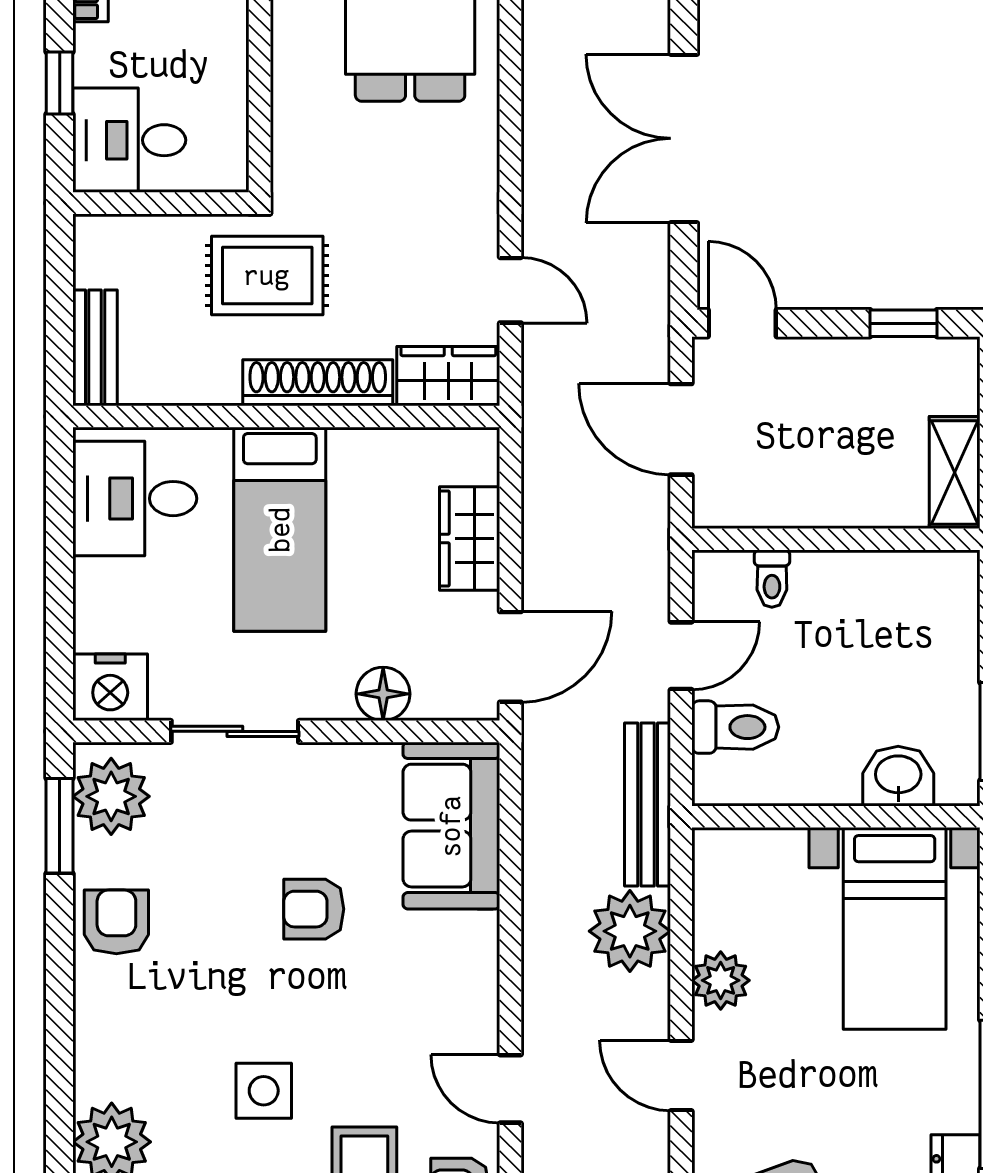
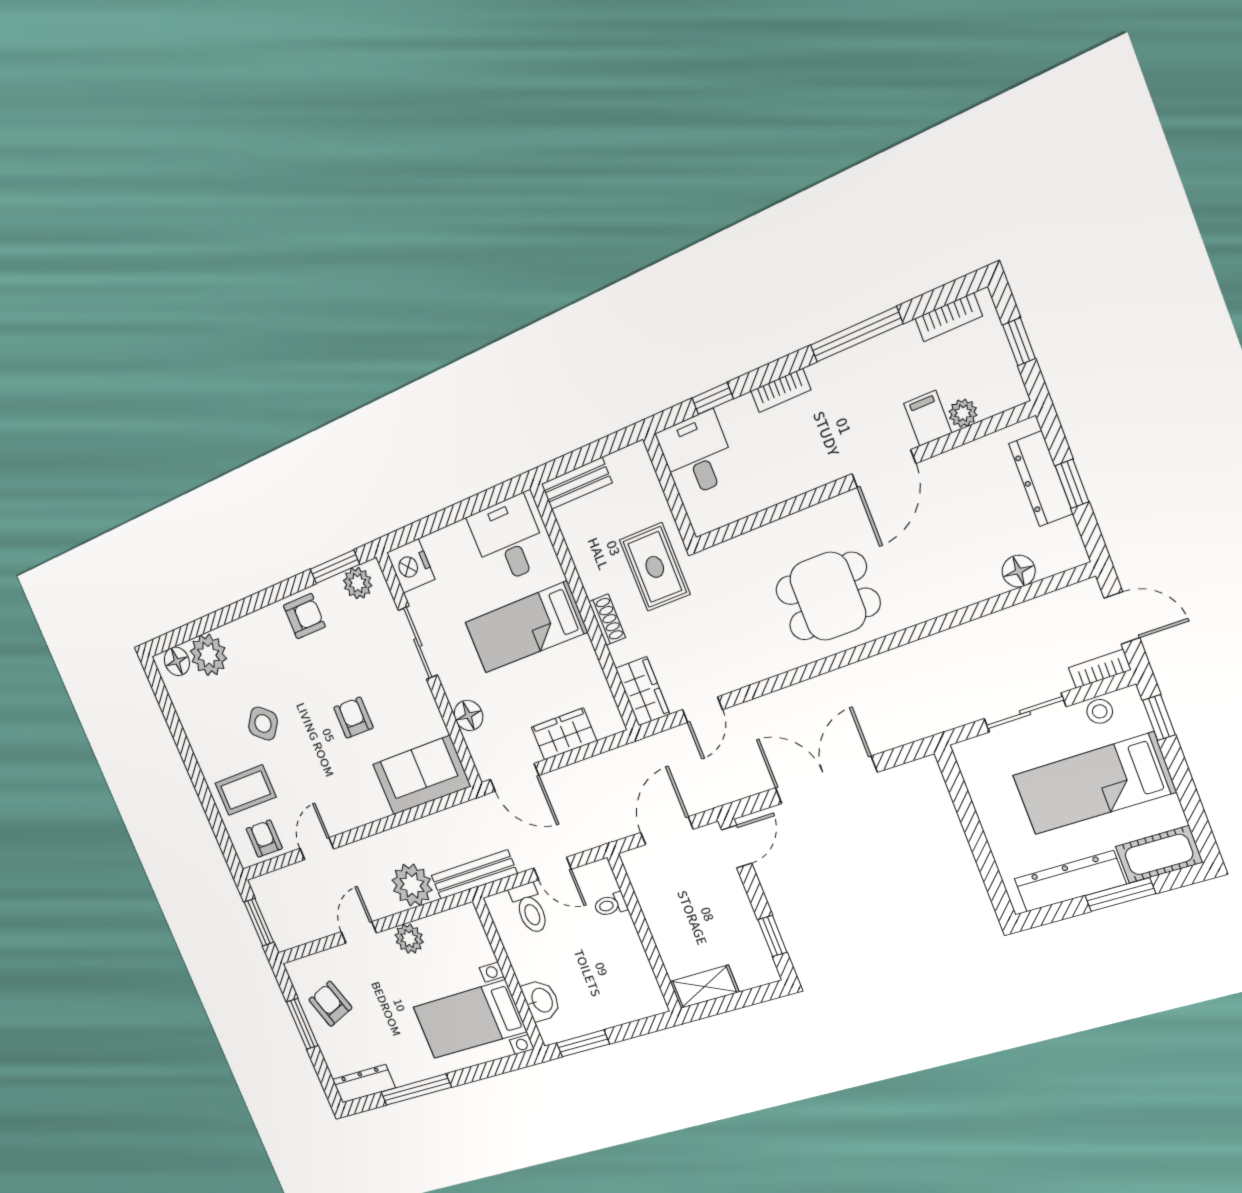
shoe rack: (318, 383) -> (607, 620), width x0.51, depth x0.81
plant: (111, 796) -> (358, 583), width x0.73, depth x0.73
side table: (264, 1091) -> (263, 724), turned 38

